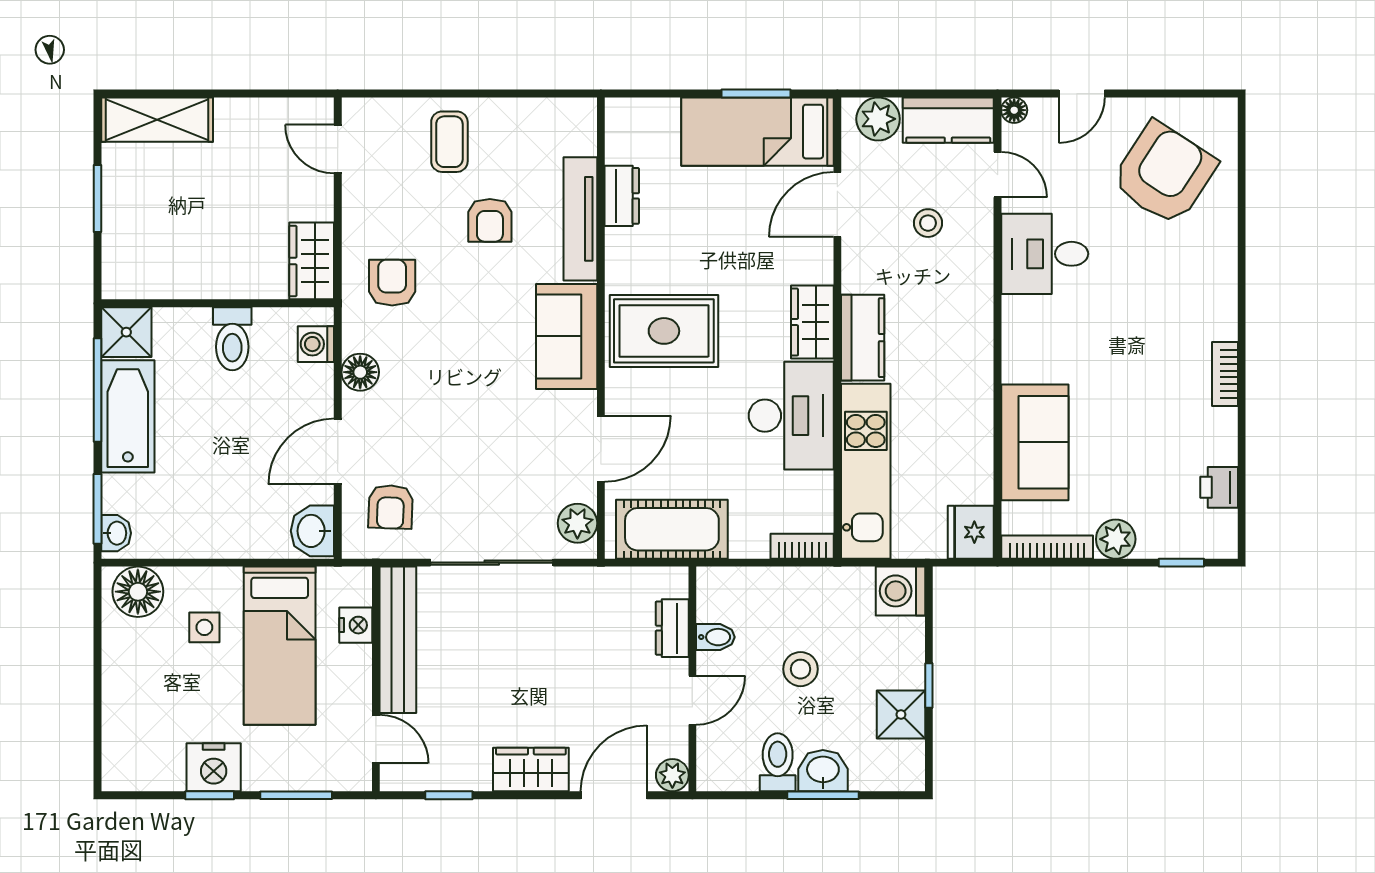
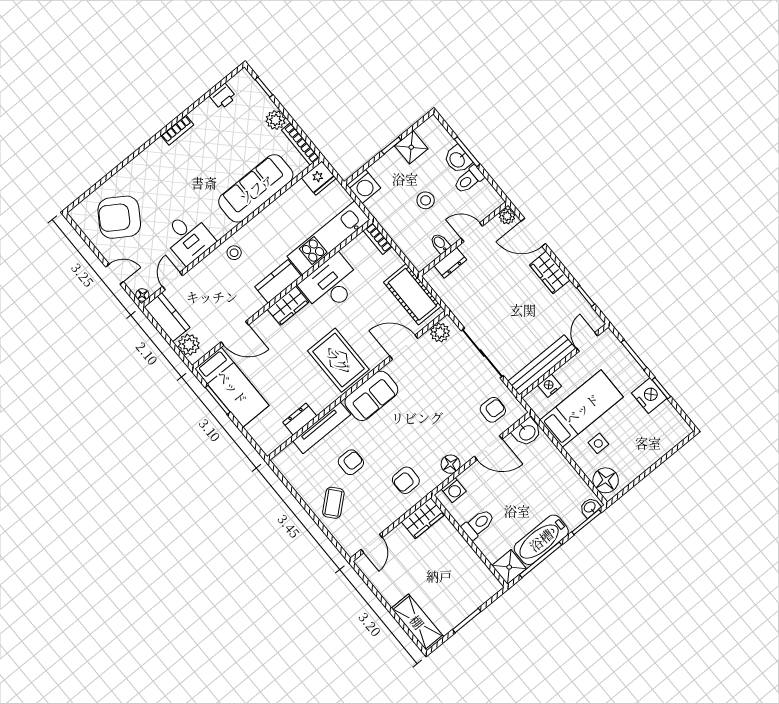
coffee table: (449, 142) -> (333, 503), turned -41
stool: (928, 223) -> (234, 253), moved
sofa: (1035, 442) -> (256, 188), width x1.36

